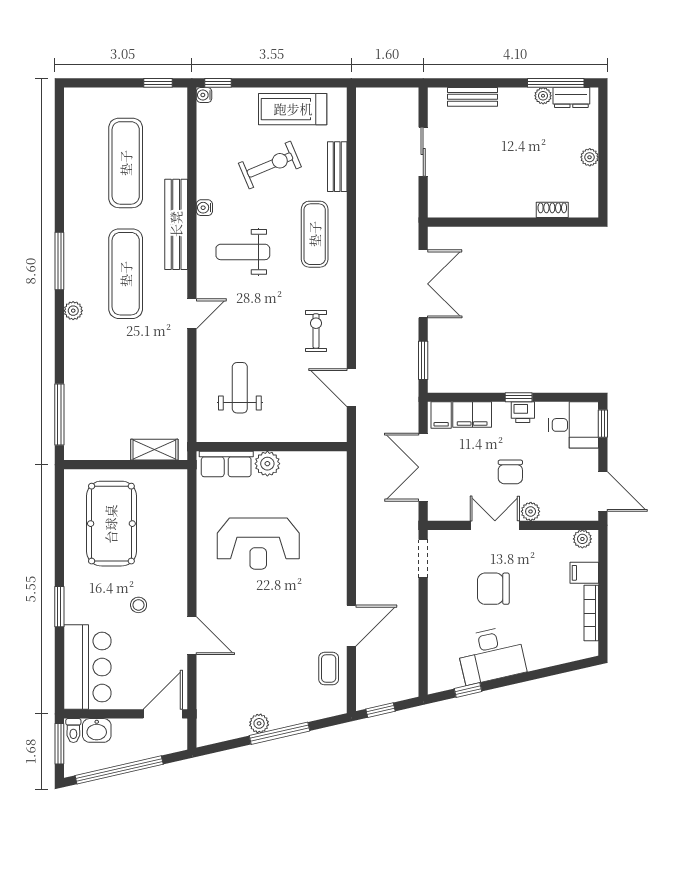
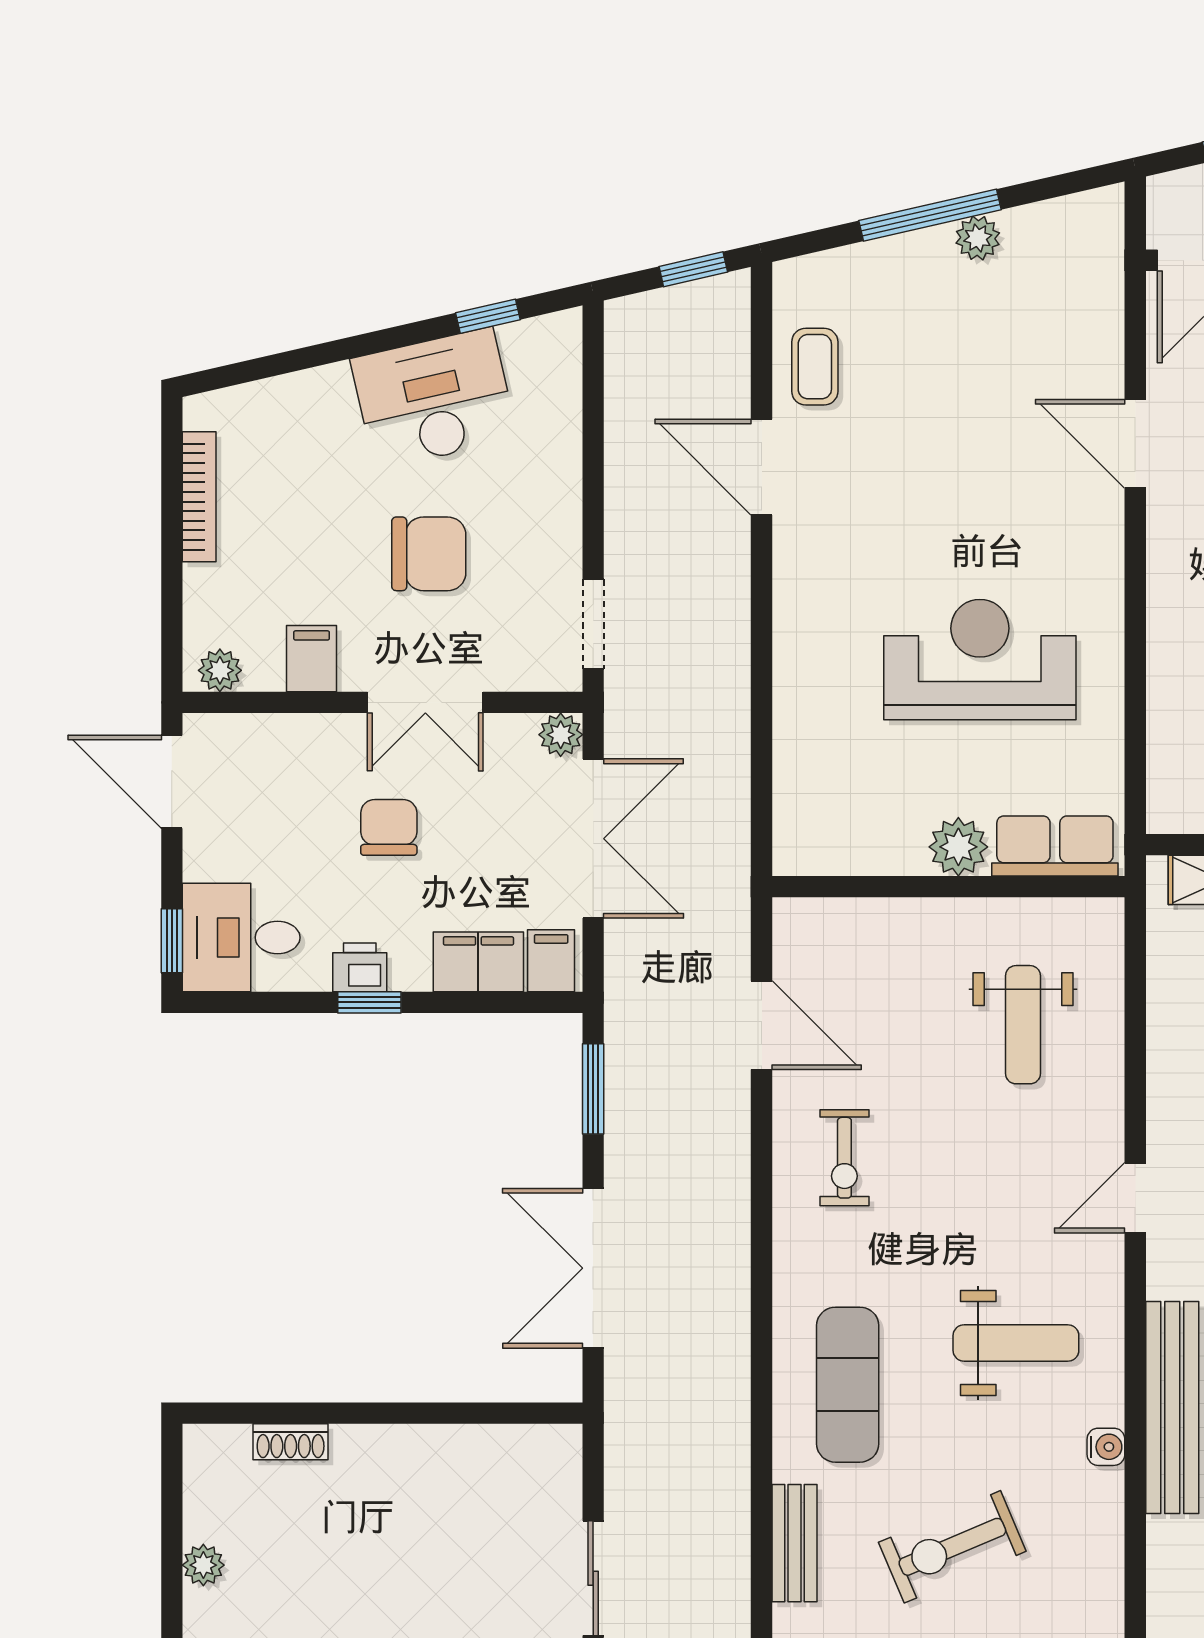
plant: (531, 511) -> (561, 735), moved
filing cabinet: (584, 573) -> (312, 659), moved, turned -90
door: (351, 626) -> (762, 467), hinge flipped

